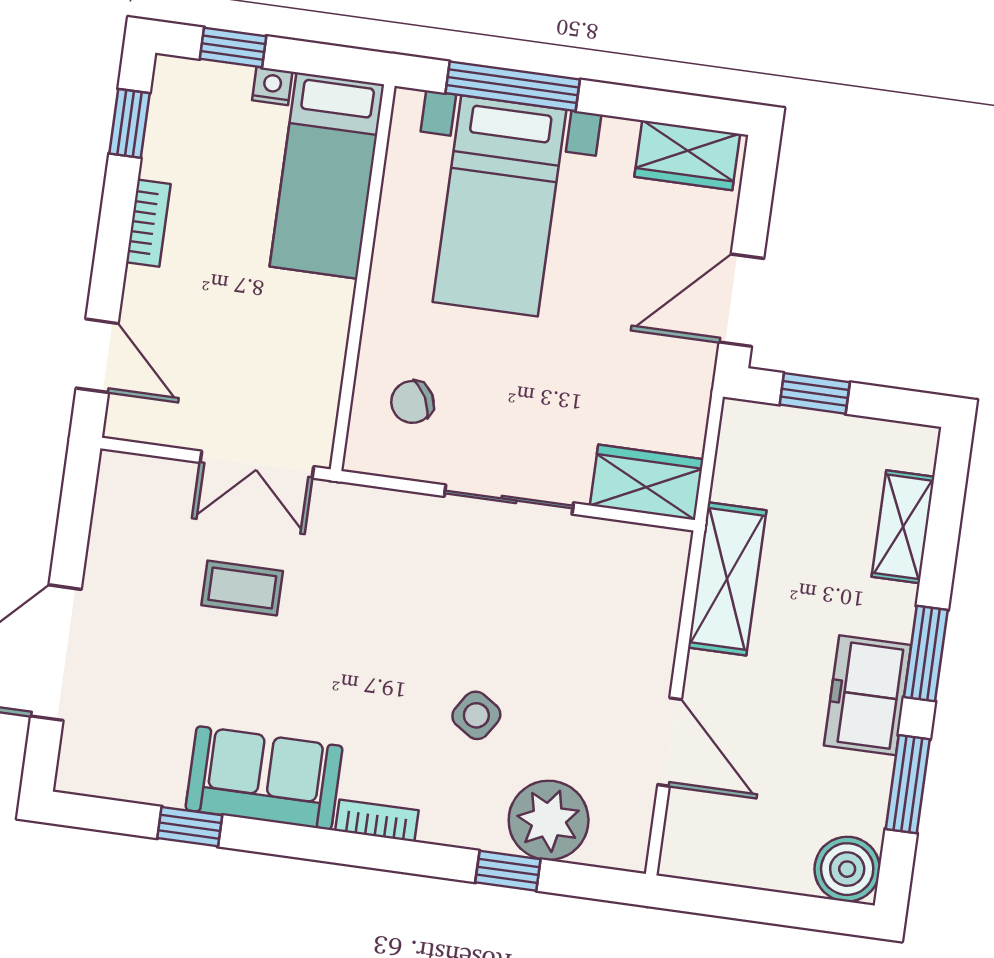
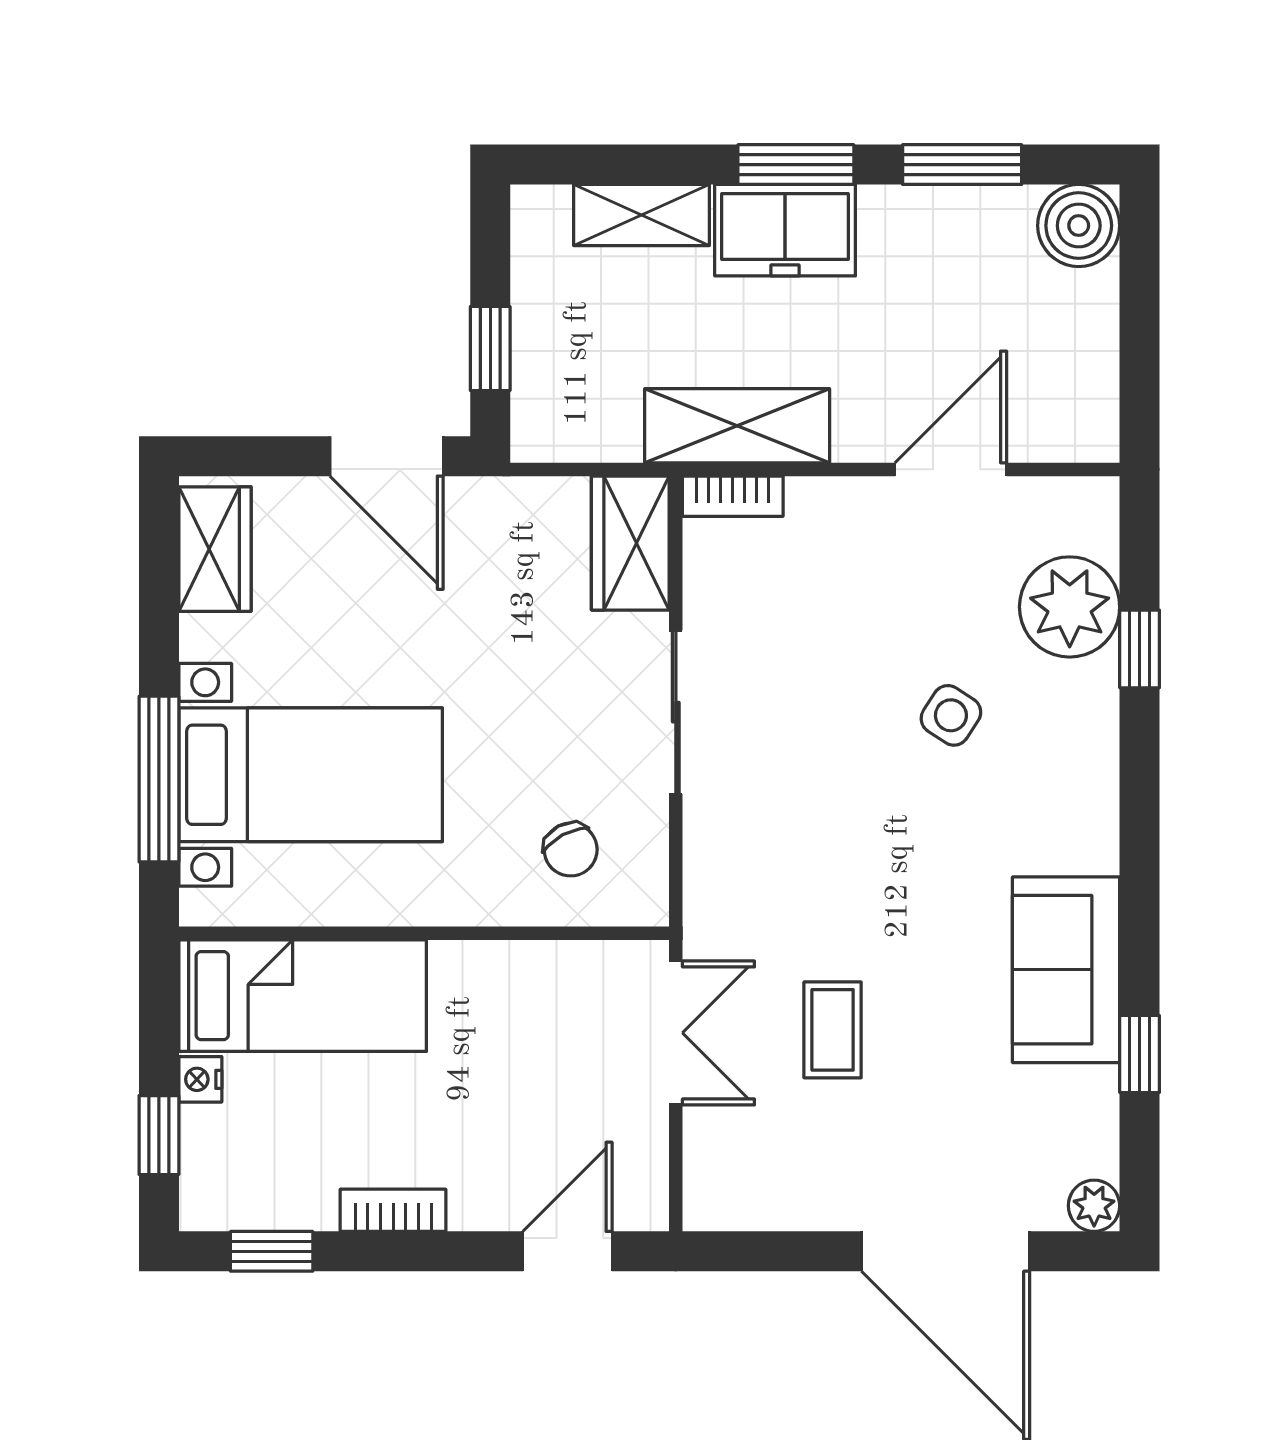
freezer: (868, 695) -> (785, 230), moved
plant: (76, 774) -> (1094, 1206), added
bookcase: (377, 821) -> (733, 496), moved, turned -90

